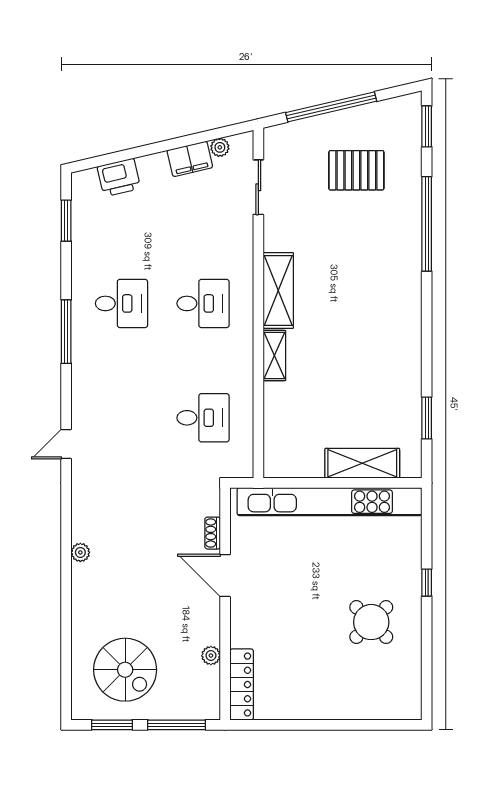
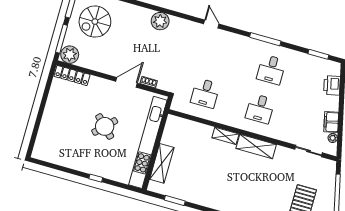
plant: (80, 552) -> (160, 21), width x1.88, depth x1.88
round table: (371, 622) -> (105, 126), moved
plant: (211, 656) -> (70, 55), moved, width x1.87, depth x1.87

